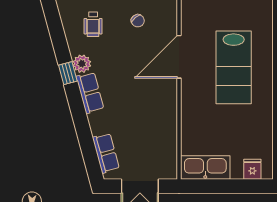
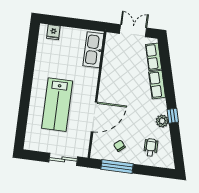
lab bench: (234, 67) -> (57, 105), turned 180
row of seats: (90, 93) -> (157, 85), moved
kitchen sink: (205, 167) -> (93, 50), moved, turned 90

